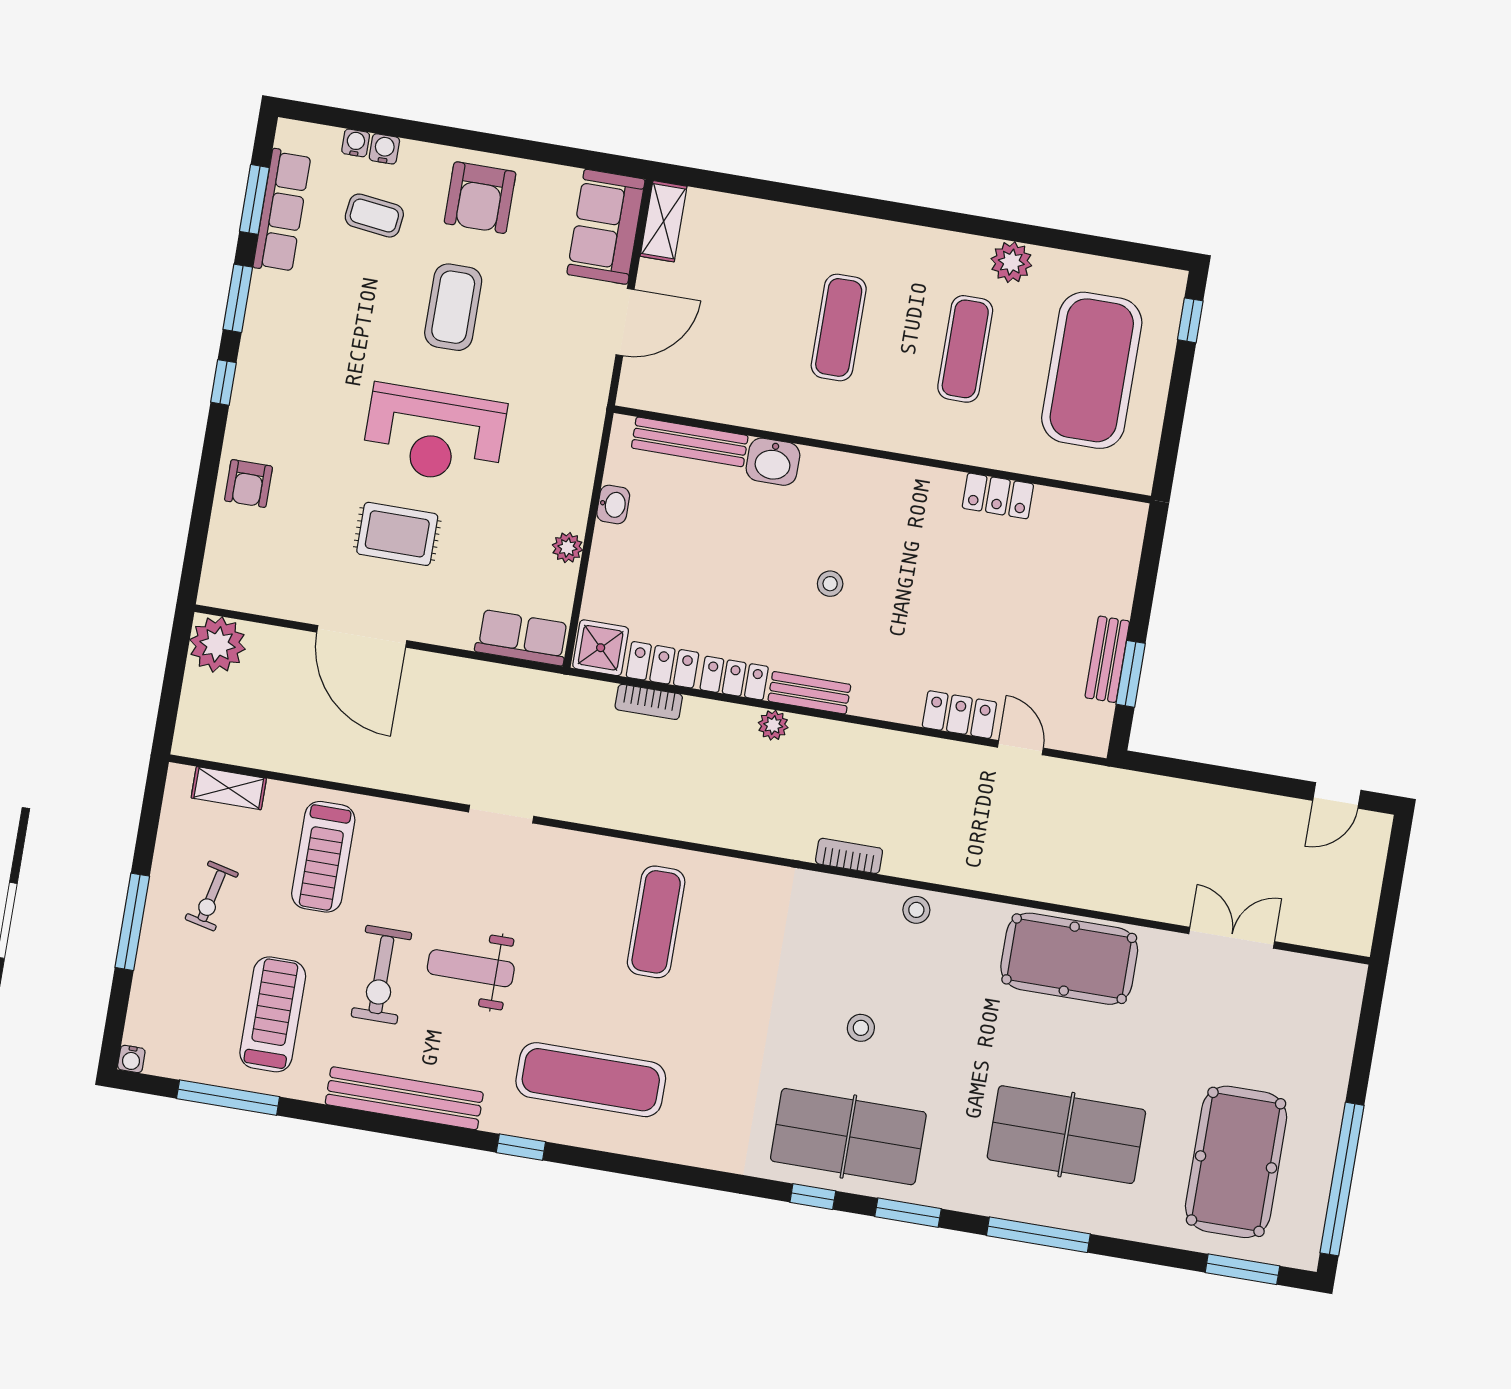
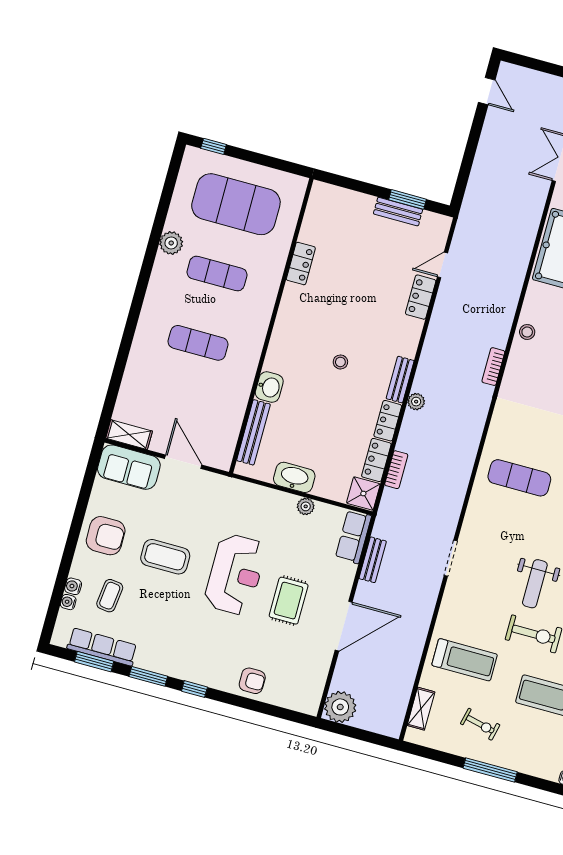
washbasin: (613, 504) -> (294, 477), width x1.91, depth x1.45
bench: (485, 676) -> (373, 560), added

